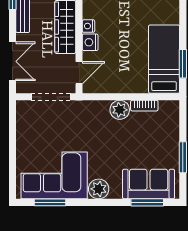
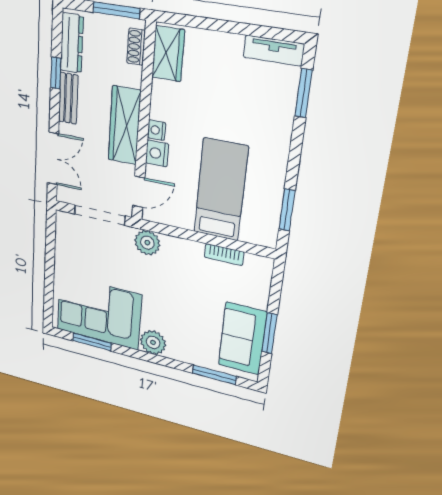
bed: (164, 59) -> (221, 190), moved
plant: (120, 110) -> (147, 243), moved
sofa: (149, 184) -> (242, 339), moved, turned -90

